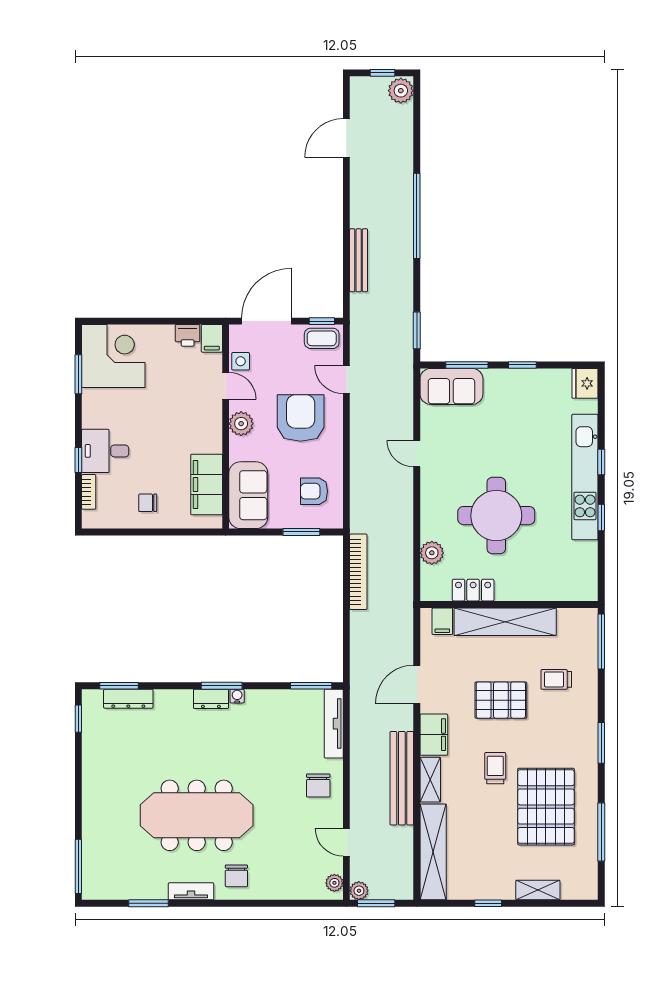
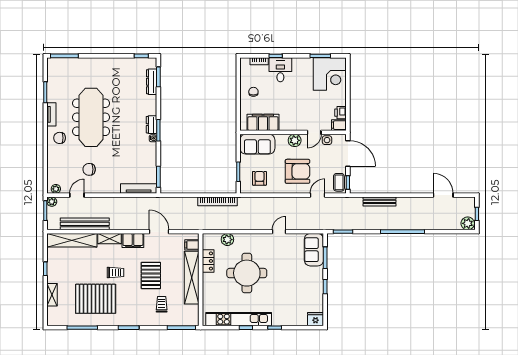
kitchen unit: (585, 477) -> (239, 319), moved
bench: (402, 778) -> (85, 224), moved
chair: (318, 785) -> (89, 169), moved

